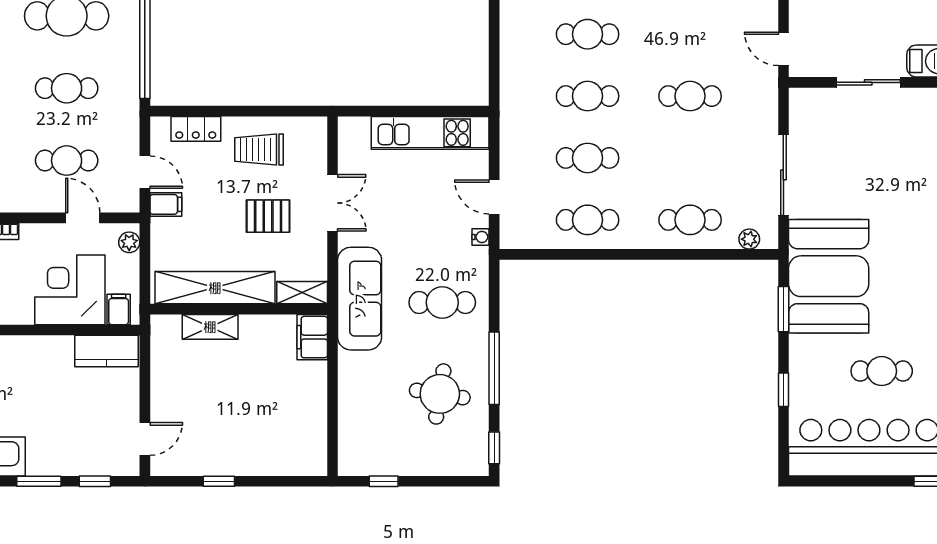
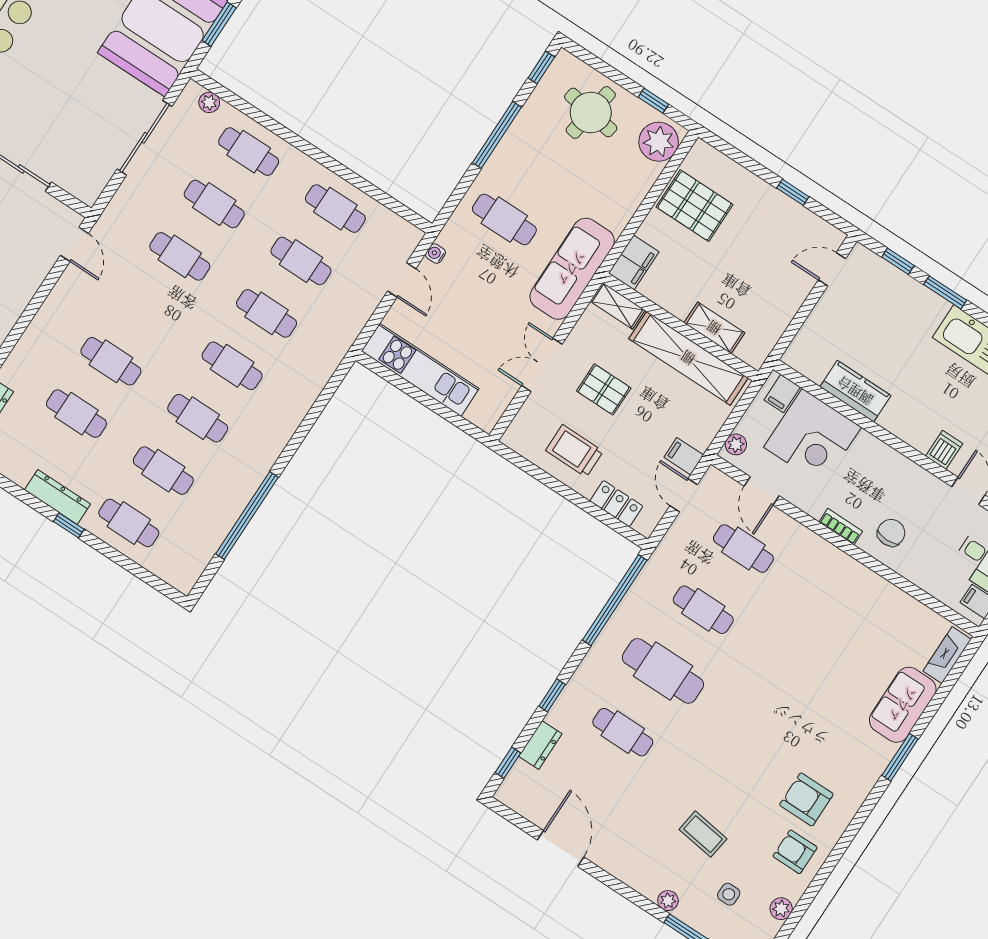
trolley: (259, 150) -> (574, 451), turned 180
cafe table: (690, 158) -> (214, 204), added
kitchen counter: (106, 351) -> (855, 391), moved
round table: (440, 394) -> (591, 112), moved
pallet: (293, 417) -> (694, 206), added
plant: (357, 450) -> (659, 142), added

